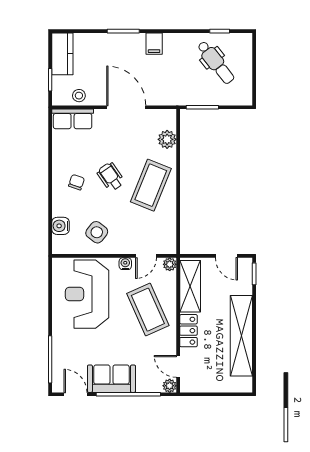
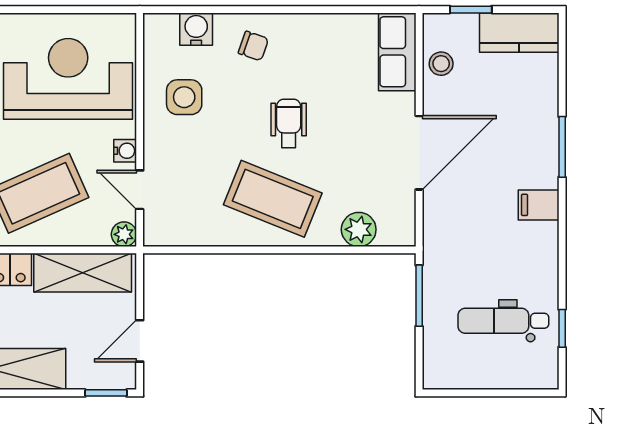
dental chair: (216, 62) -> (503, 321), turned 38
wheelchair: (111, 177) -> (289, 123), turned -55
chair: (77, 182) -> (253, 46), moved
side table: (97, 232) -> (184, 97), turned -38

